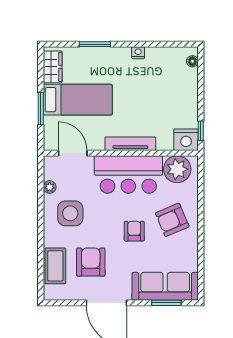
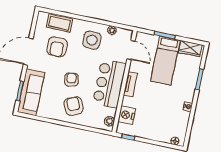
nightstand: (186, 140) -> (127, 115), moved
tv unit: (130, 144) -> (130, 84), width x0.71
door: (73, 153) -> (131, 50), hinge flipped
plant: (177, 169) -> (109, 121), width x0.53, depth x0.53
armchair: (134, 231) -> (71, 80), turned -101
armchair: (91, 262) -> (57, 47), turned 90

